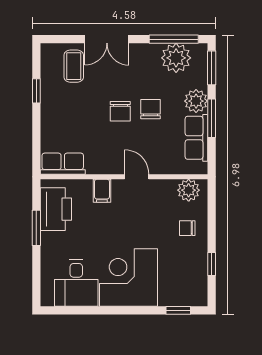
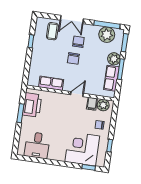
chair: (150, 109) -> (78, 42), moved
row of seats: (63, 164) -> (51, 83), moved
door: (137, 177) -> (77, 94), hinge flipped
filing cabinet: (102, 191) -> (92, 104), moved
corner desk: (128, 277) -> (82, 149), moved

